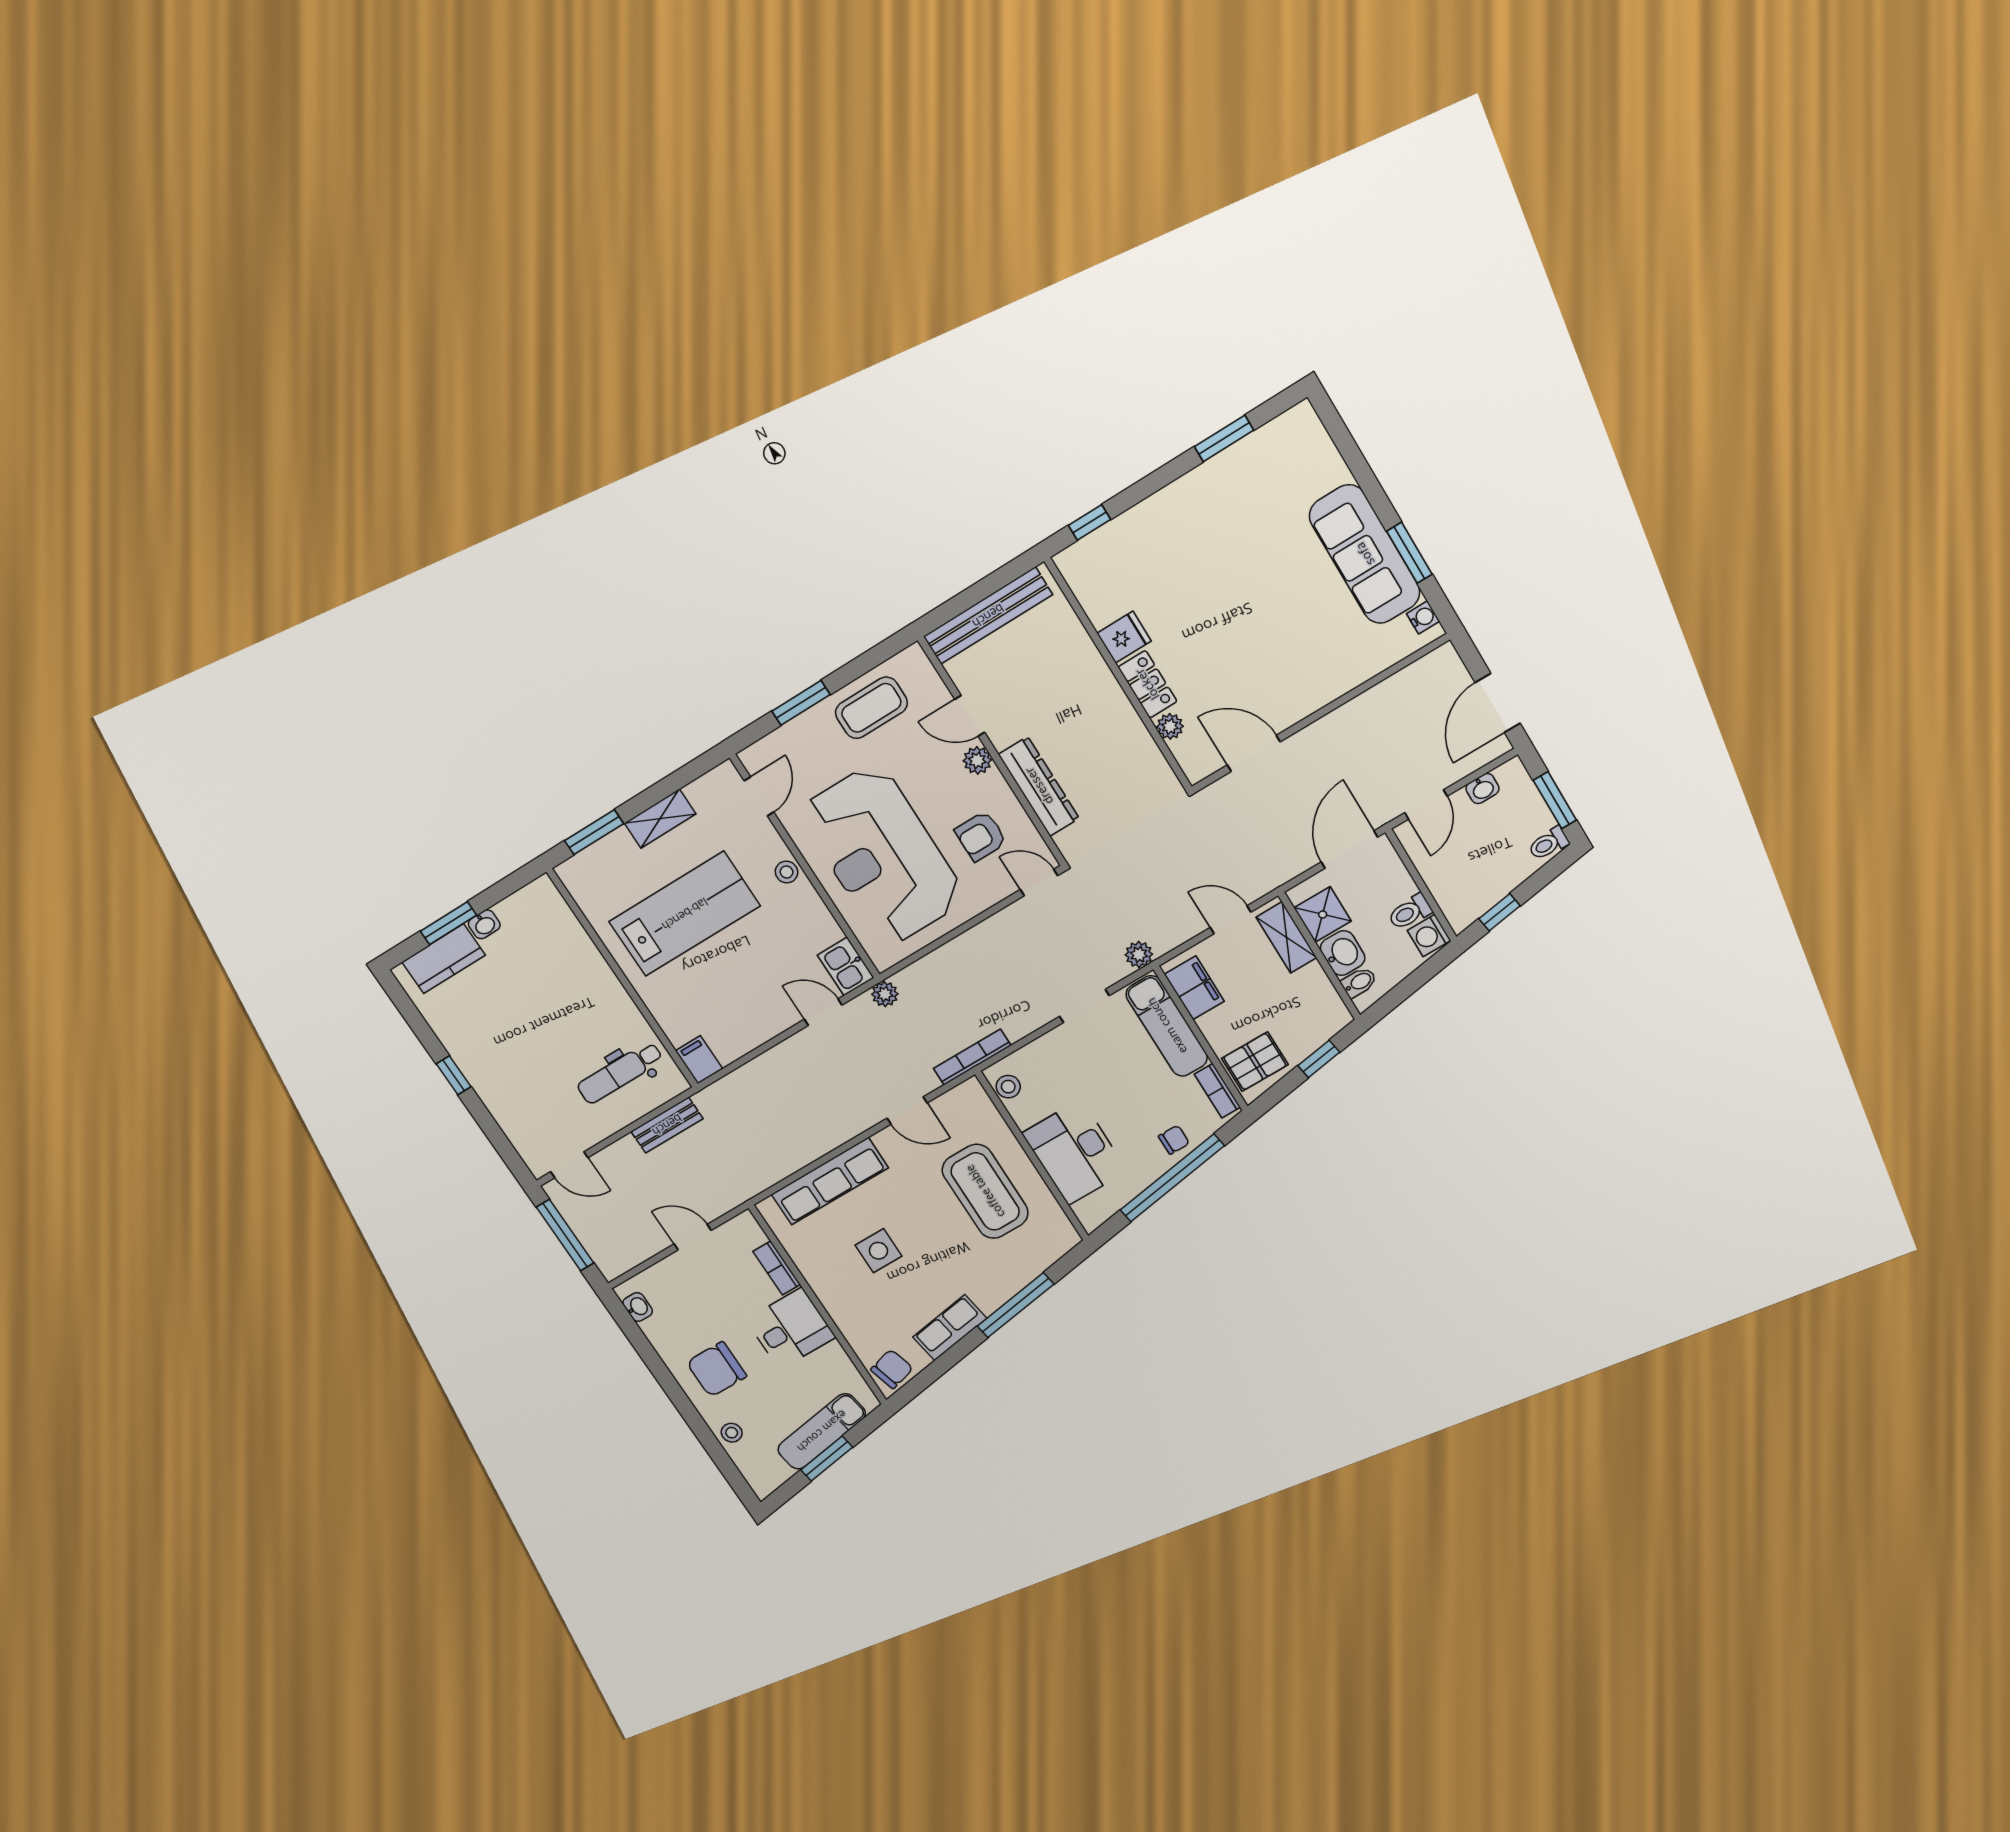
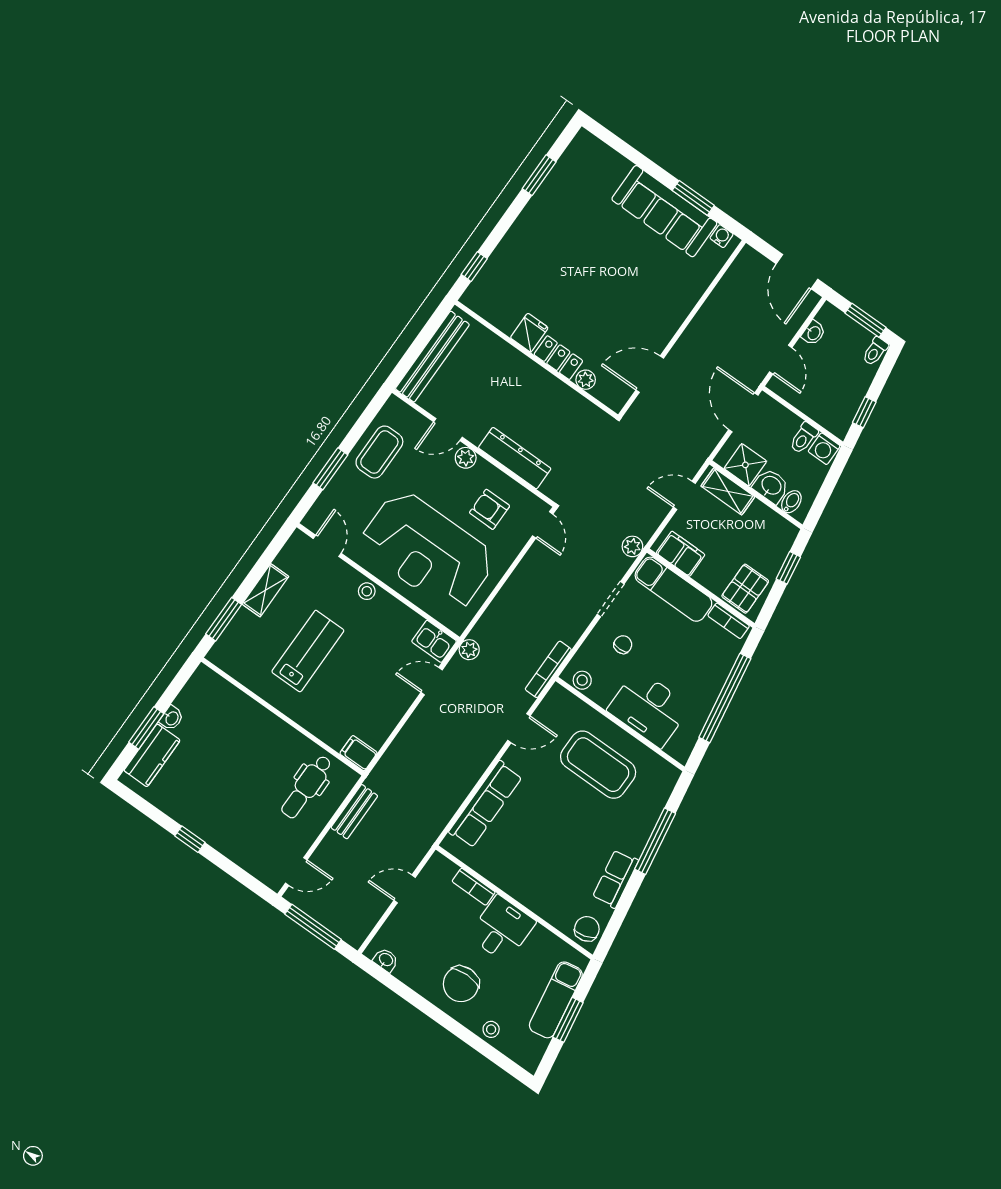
armchair: (981, 836) -> (490, 509), turned 90
door: (1039, 883) -> (543, 525), swing flipped
lab bench: (685, 914) -> (308, 651), width x0.73, depth x0.72
chair: (1174, 1140) -> (623, 645), moved
side table: (878, 1251) -> (541, 842), removed

